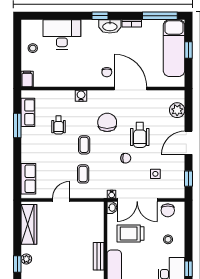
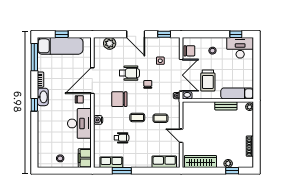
desk: (62, 34) -> (79, 123), moved, turned 180
filing cabinet: (27, 79) -> (85, 158), width x2.00

